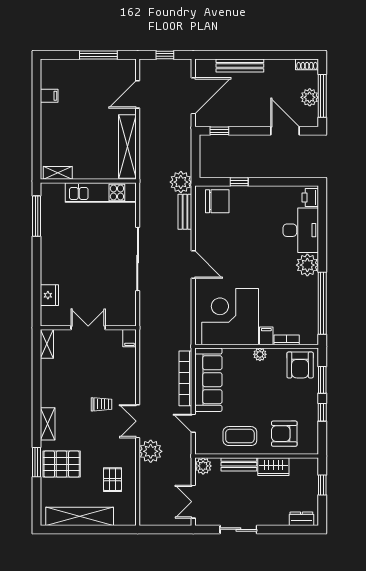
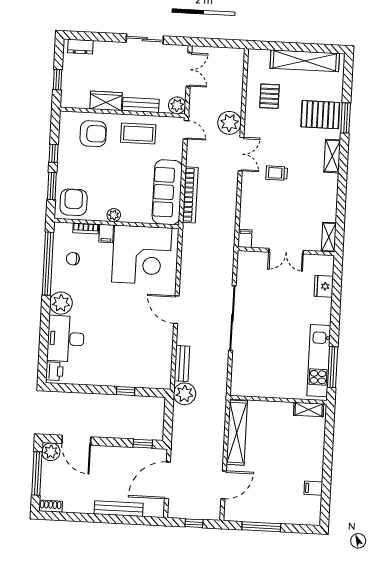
plant: (310, 97) -> (51, 452), moved
kitchen unit: (101, 192) -> (319, 361), moved, turned -90
chair: (217, 201) -> (73, 259), moved, width x0.54, depth x0.54
door: (193, 423) -> (186, 130), moved

